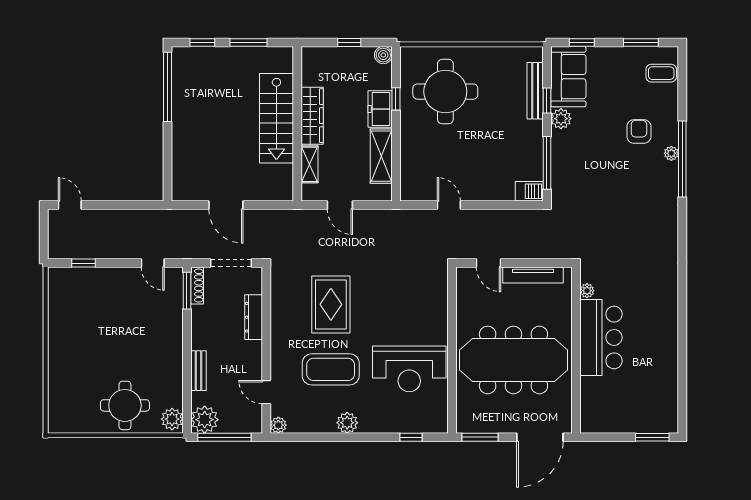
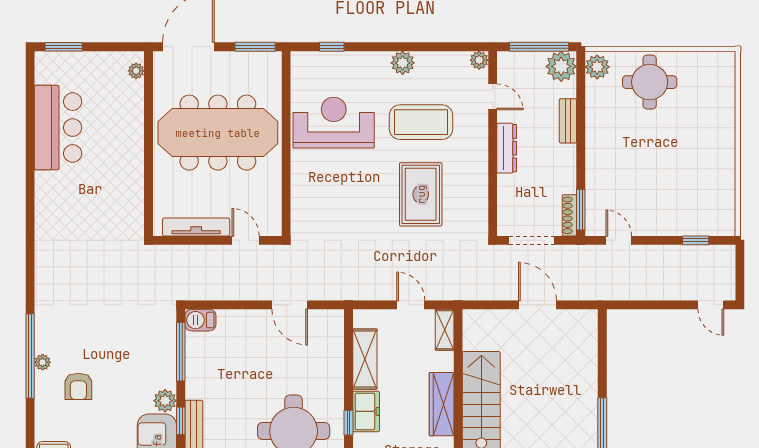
shelving: (309, 164) -> (445, 330), moved
door: (449, 205) -> (290, 305), width x1.38
plant: (587, 291) -> (136, 71), moved
dresser: (254, 317) -> (507, 148), moved
bar counter: (601, 337) -> (58, 128), moved, turned 180

